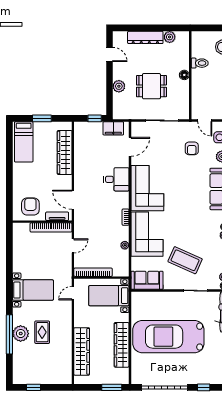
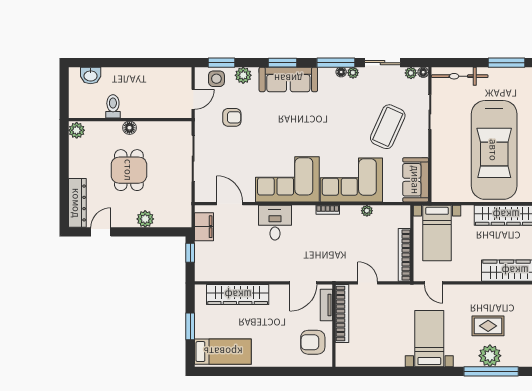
dresser: (145, 37) -> (77, 203), moved
plant: (170, 37) -> (77, 130), moved
dining table: (151, 86) -> (129, 170), moved

